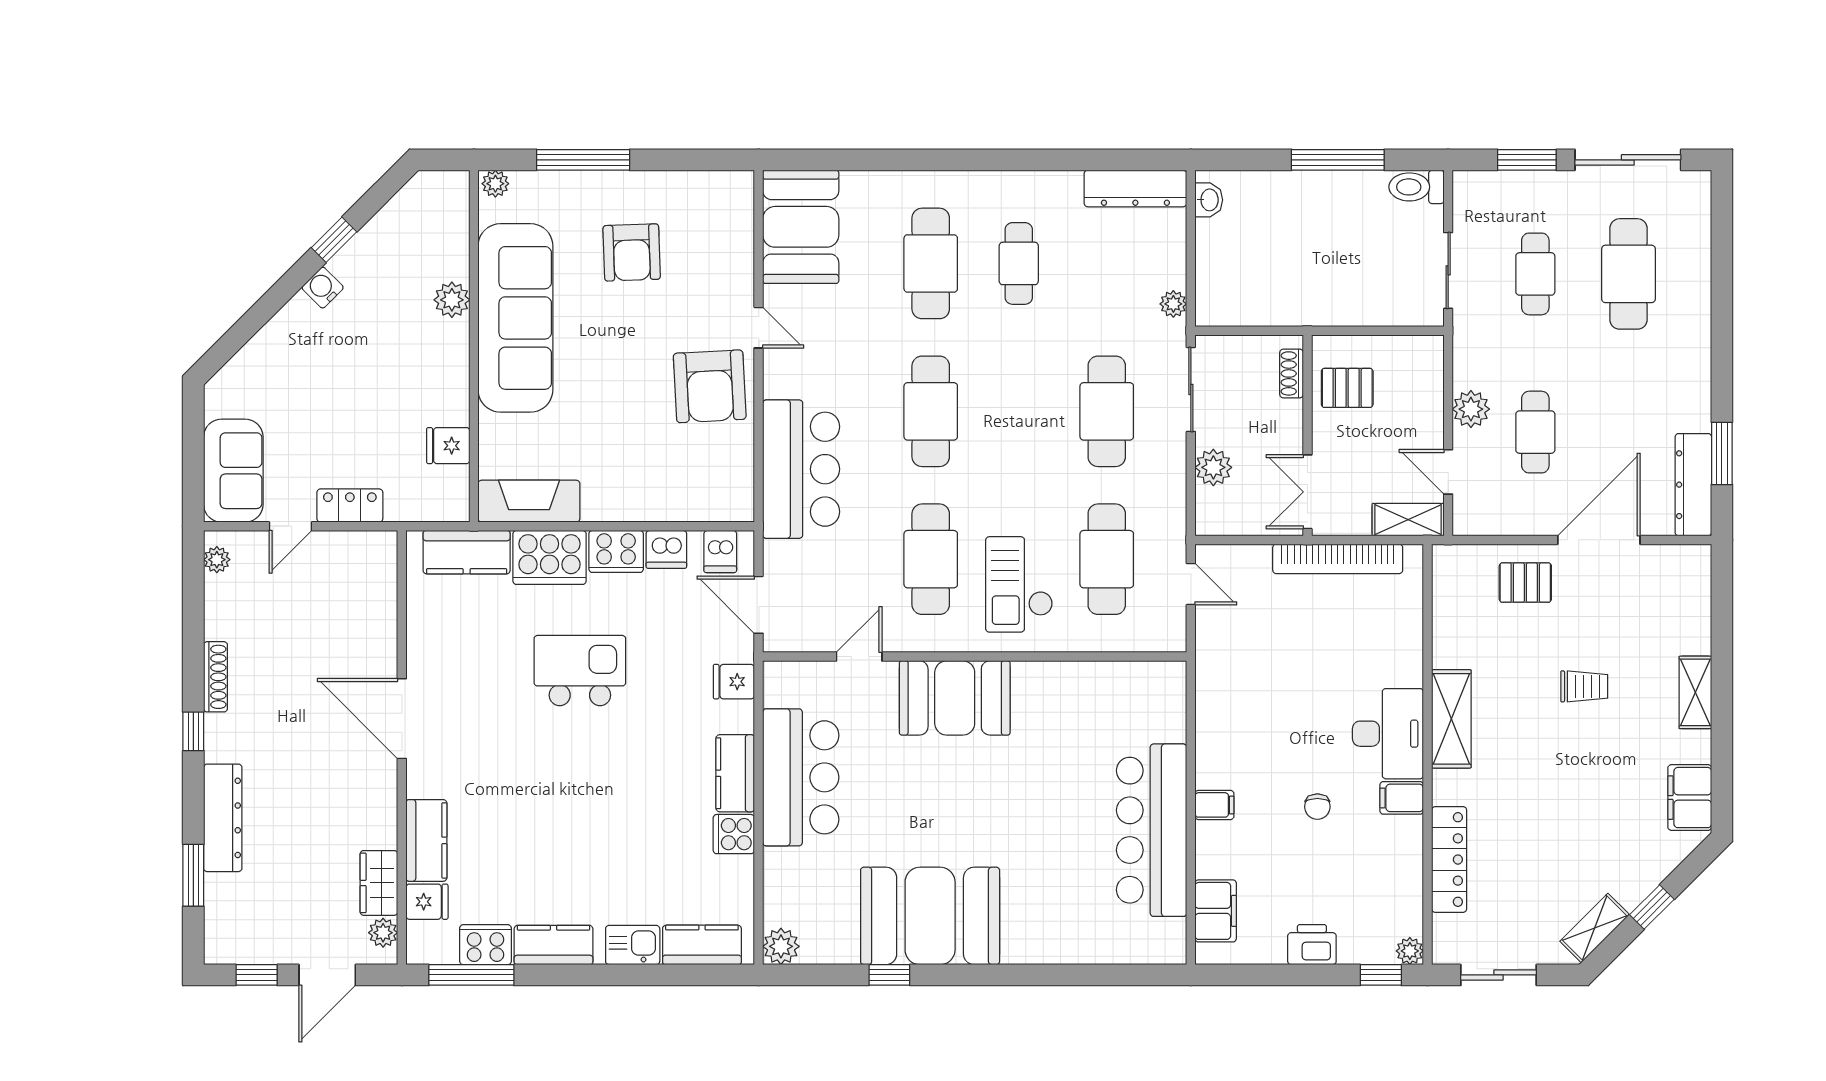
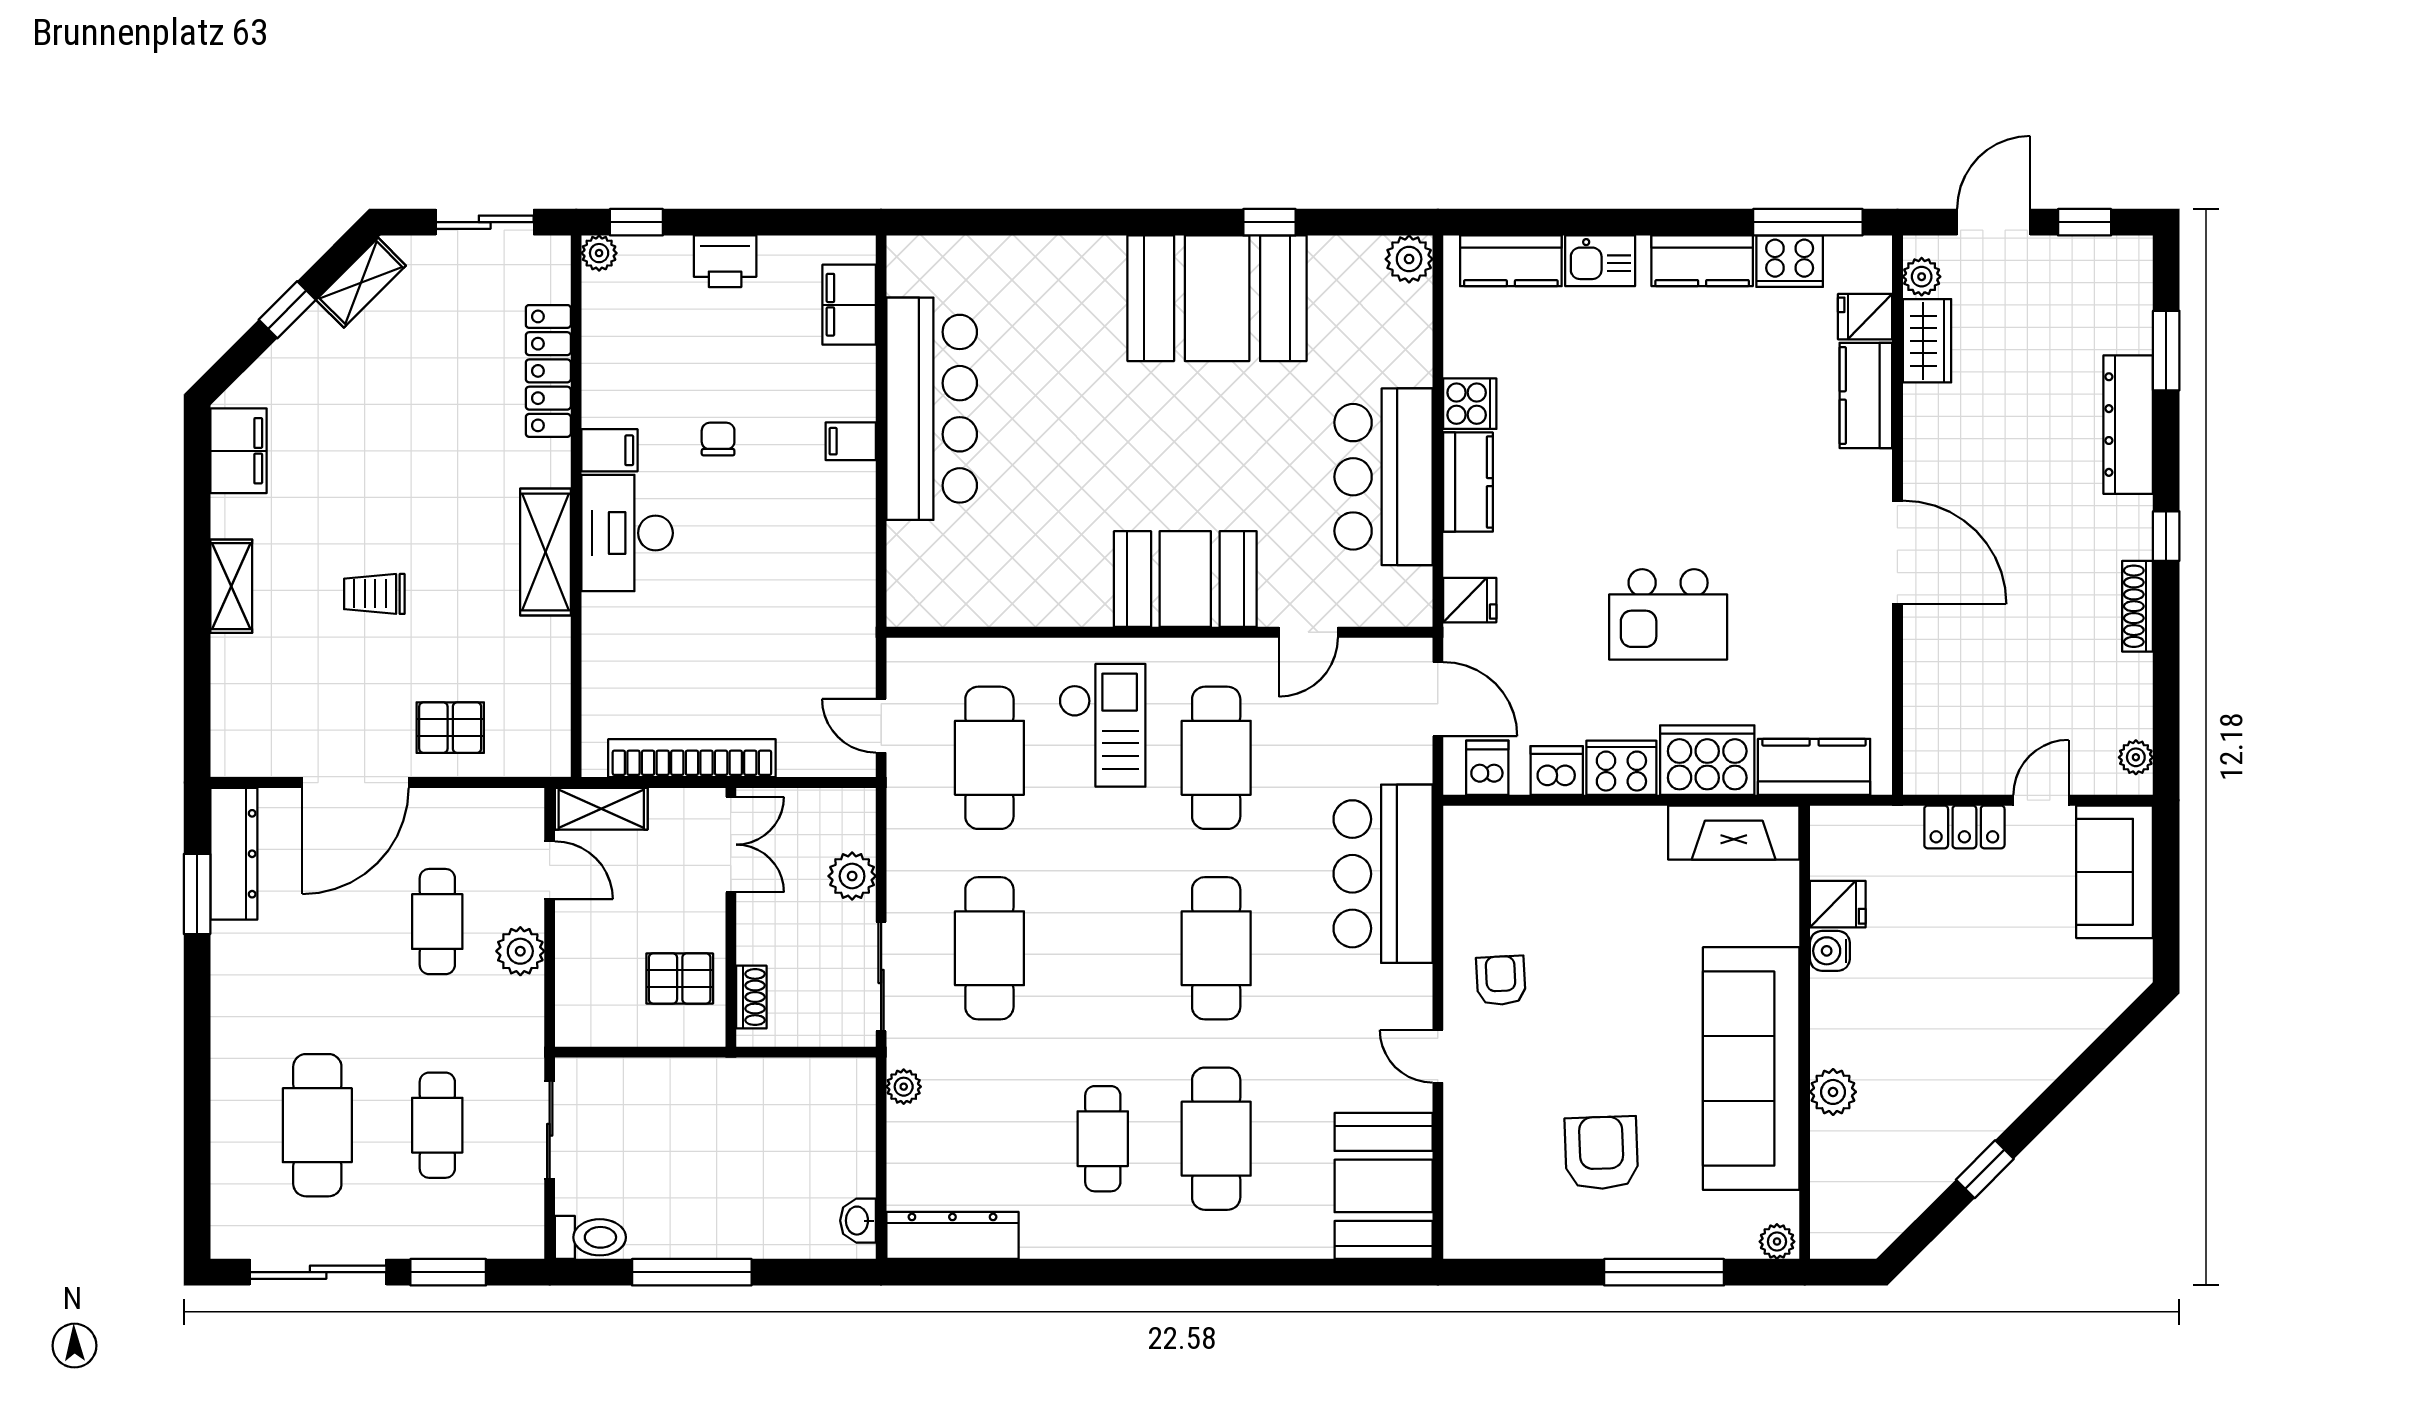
water cooler: (323, 288) -> (1830, 951), moved, turned 135
armchair: (710, 386) -> (1501, 980), width x0.53, depth x0.53

